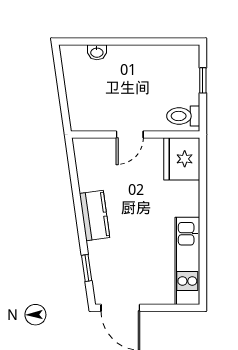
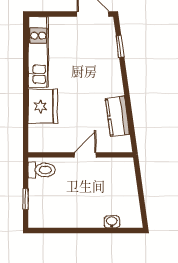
fridge: (182, 159) -> (43, 106), moved
kitchen counter: (95, 215) -> (118, 116), moved

